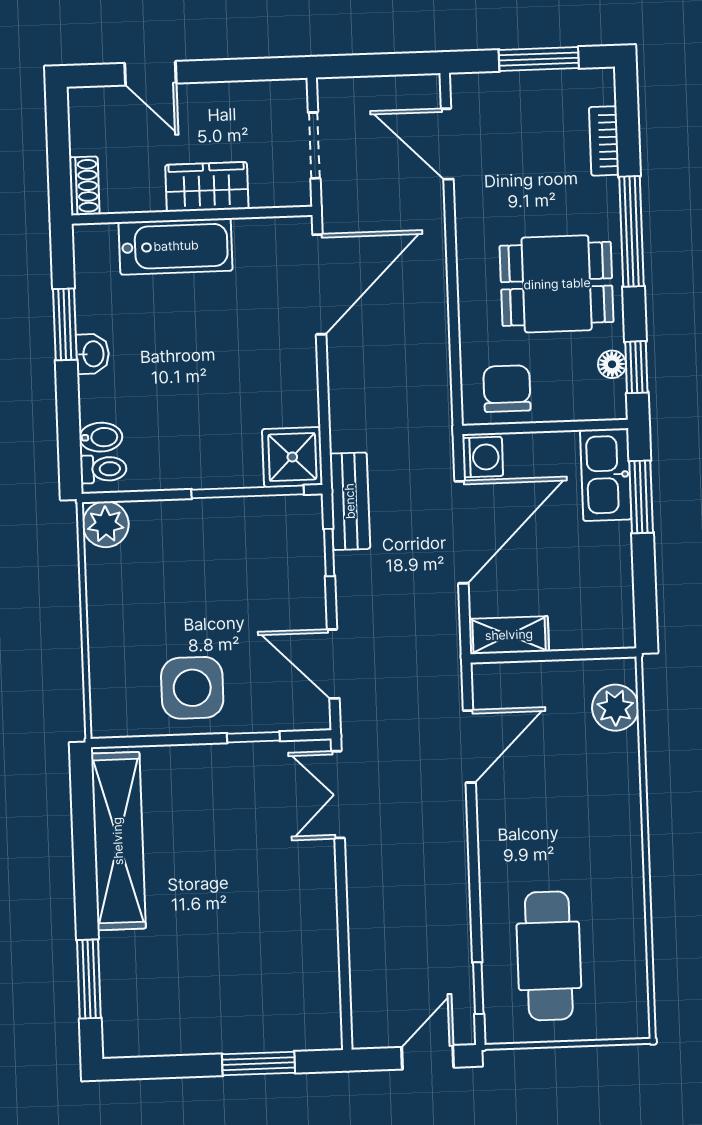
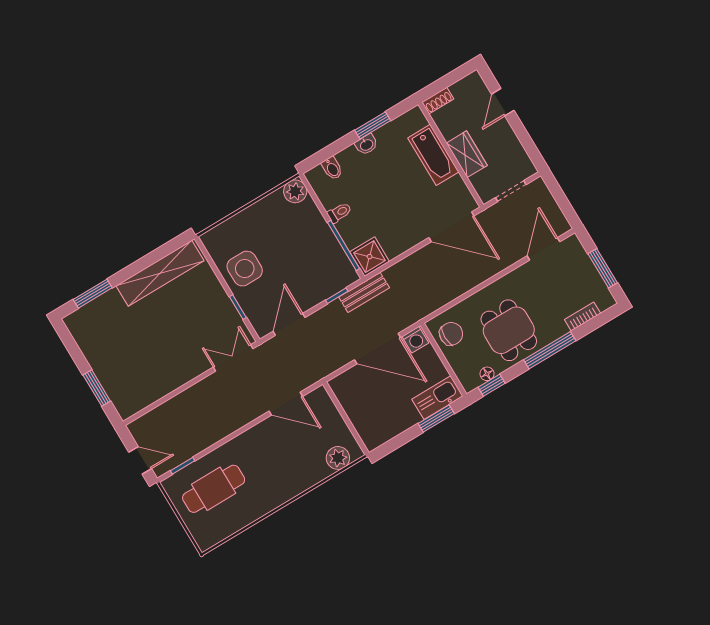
toilet: (103, 469) -> (339, 213), moved, turned -90
shelving: (509, 635) -> (344, 394), removed

